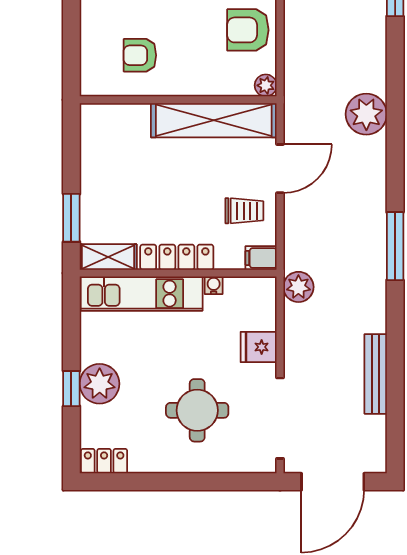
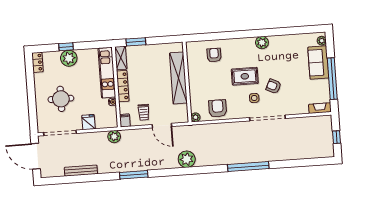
armchair: (140, 55) -> (214, 55), moved
shelving: (214, 120) -> (178, 78), moved

